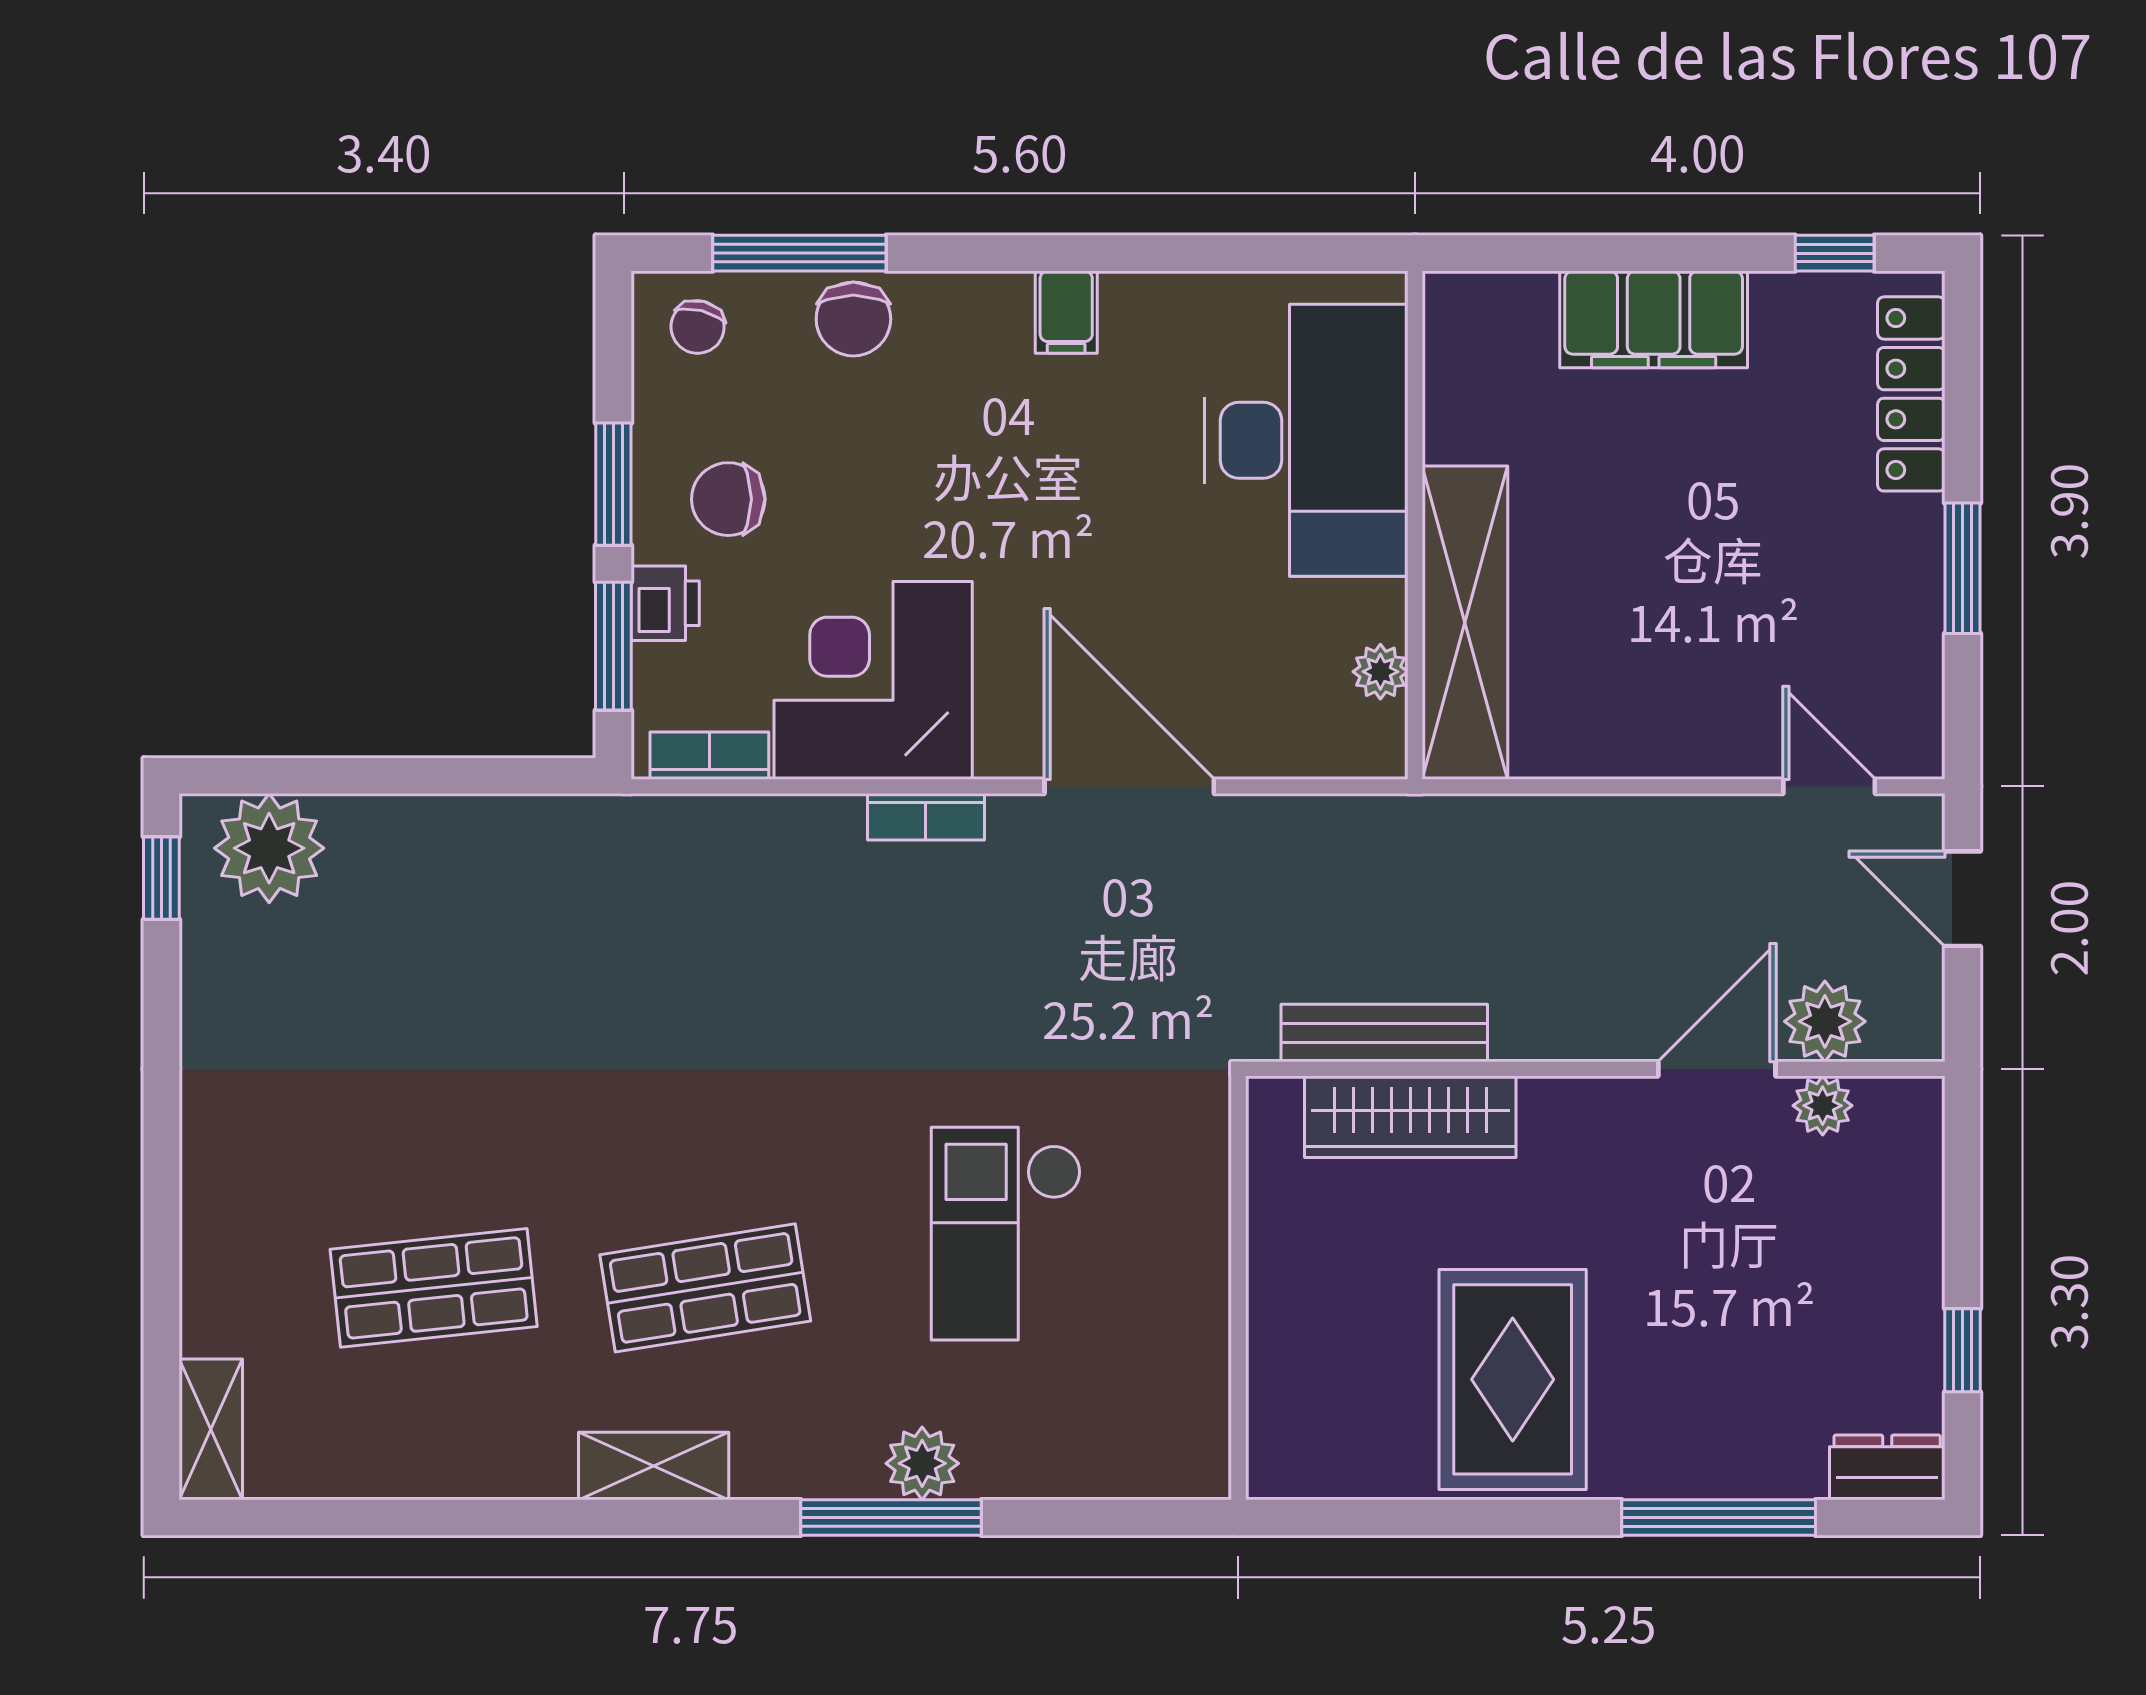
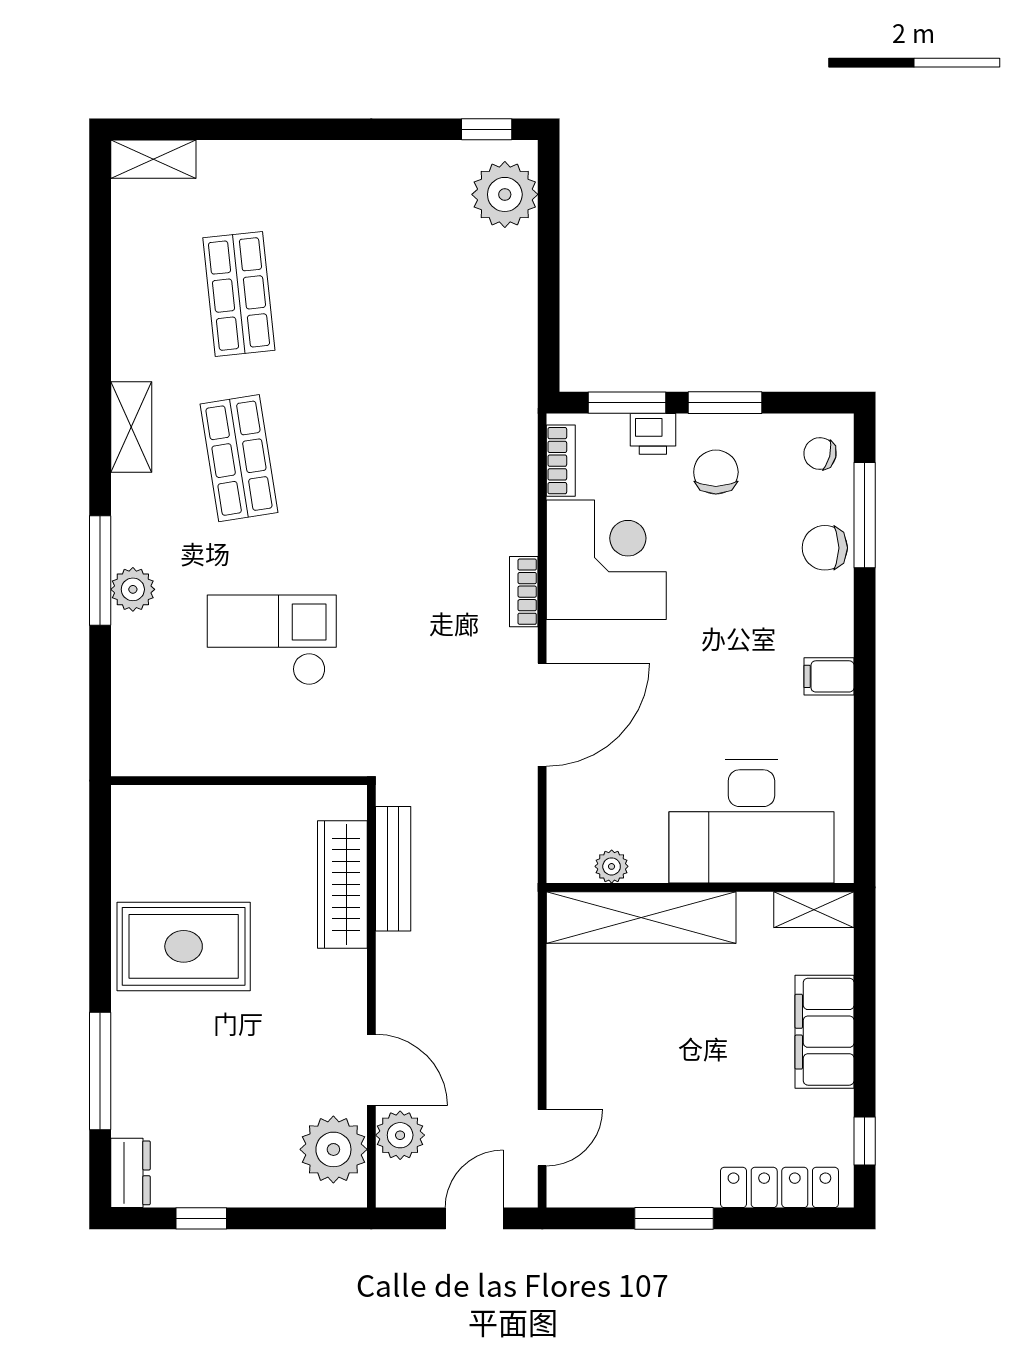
shelving: (1452, 337) -> (814, 910), added
plant: (1823, 1106) -> (333, 1149), width x1.88, depth x1.88

